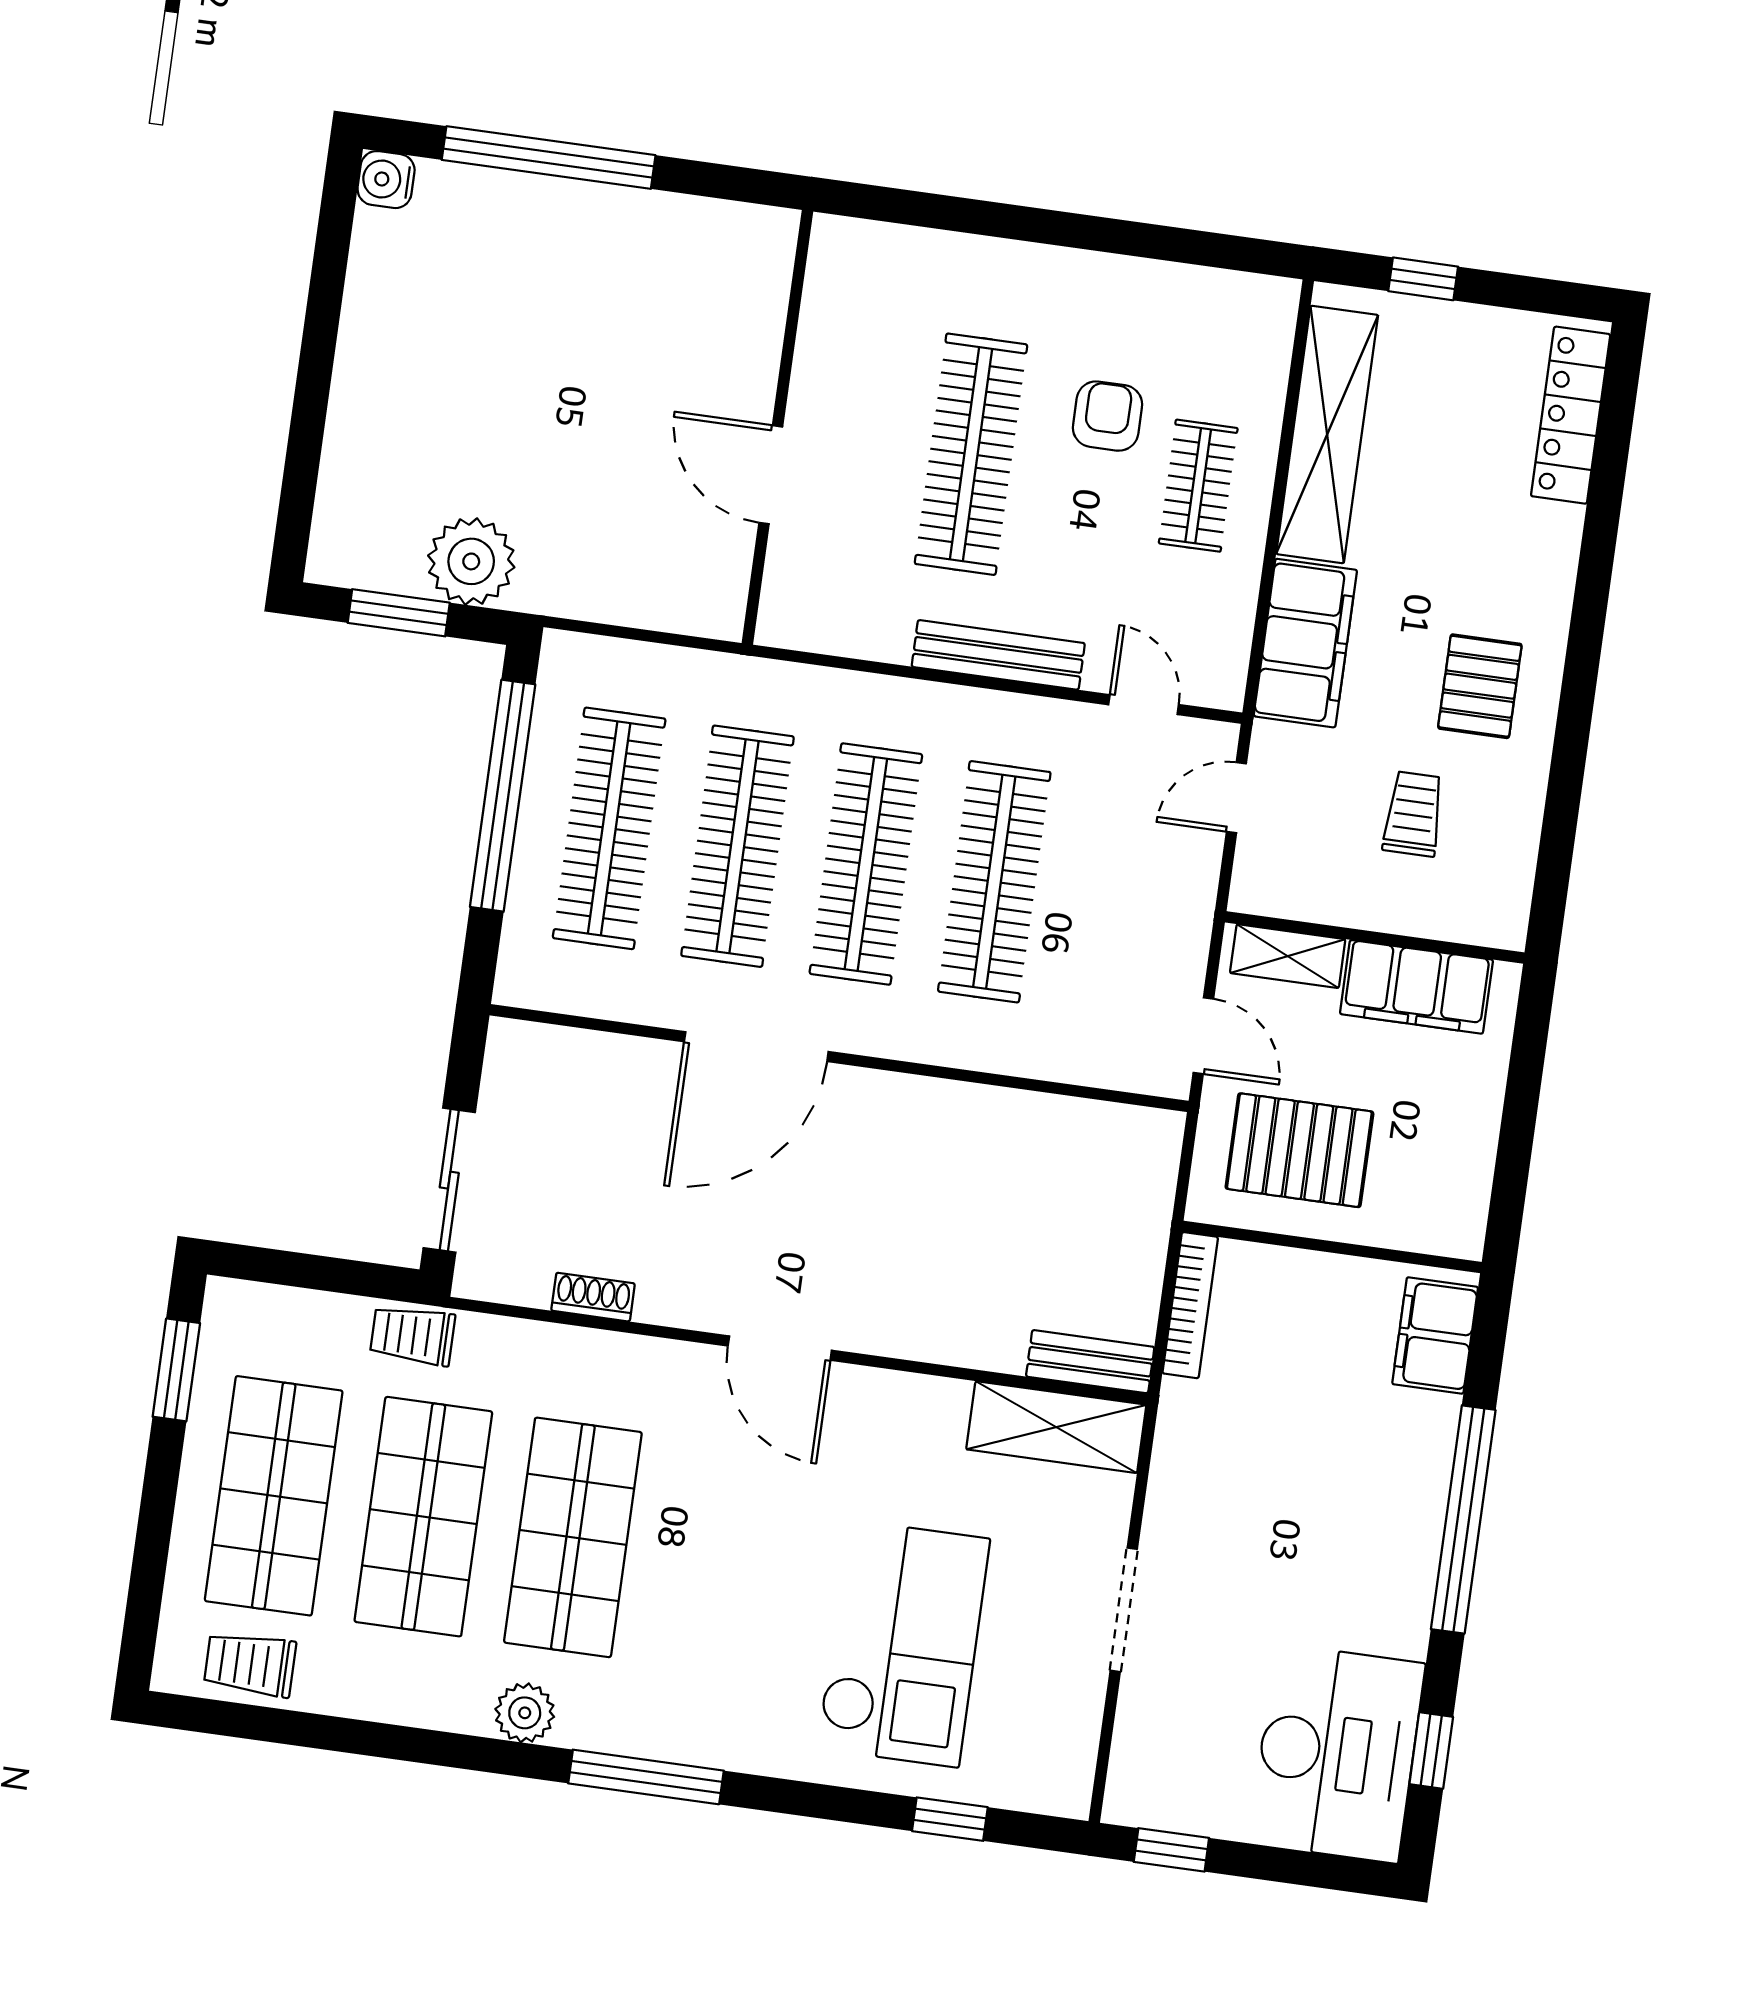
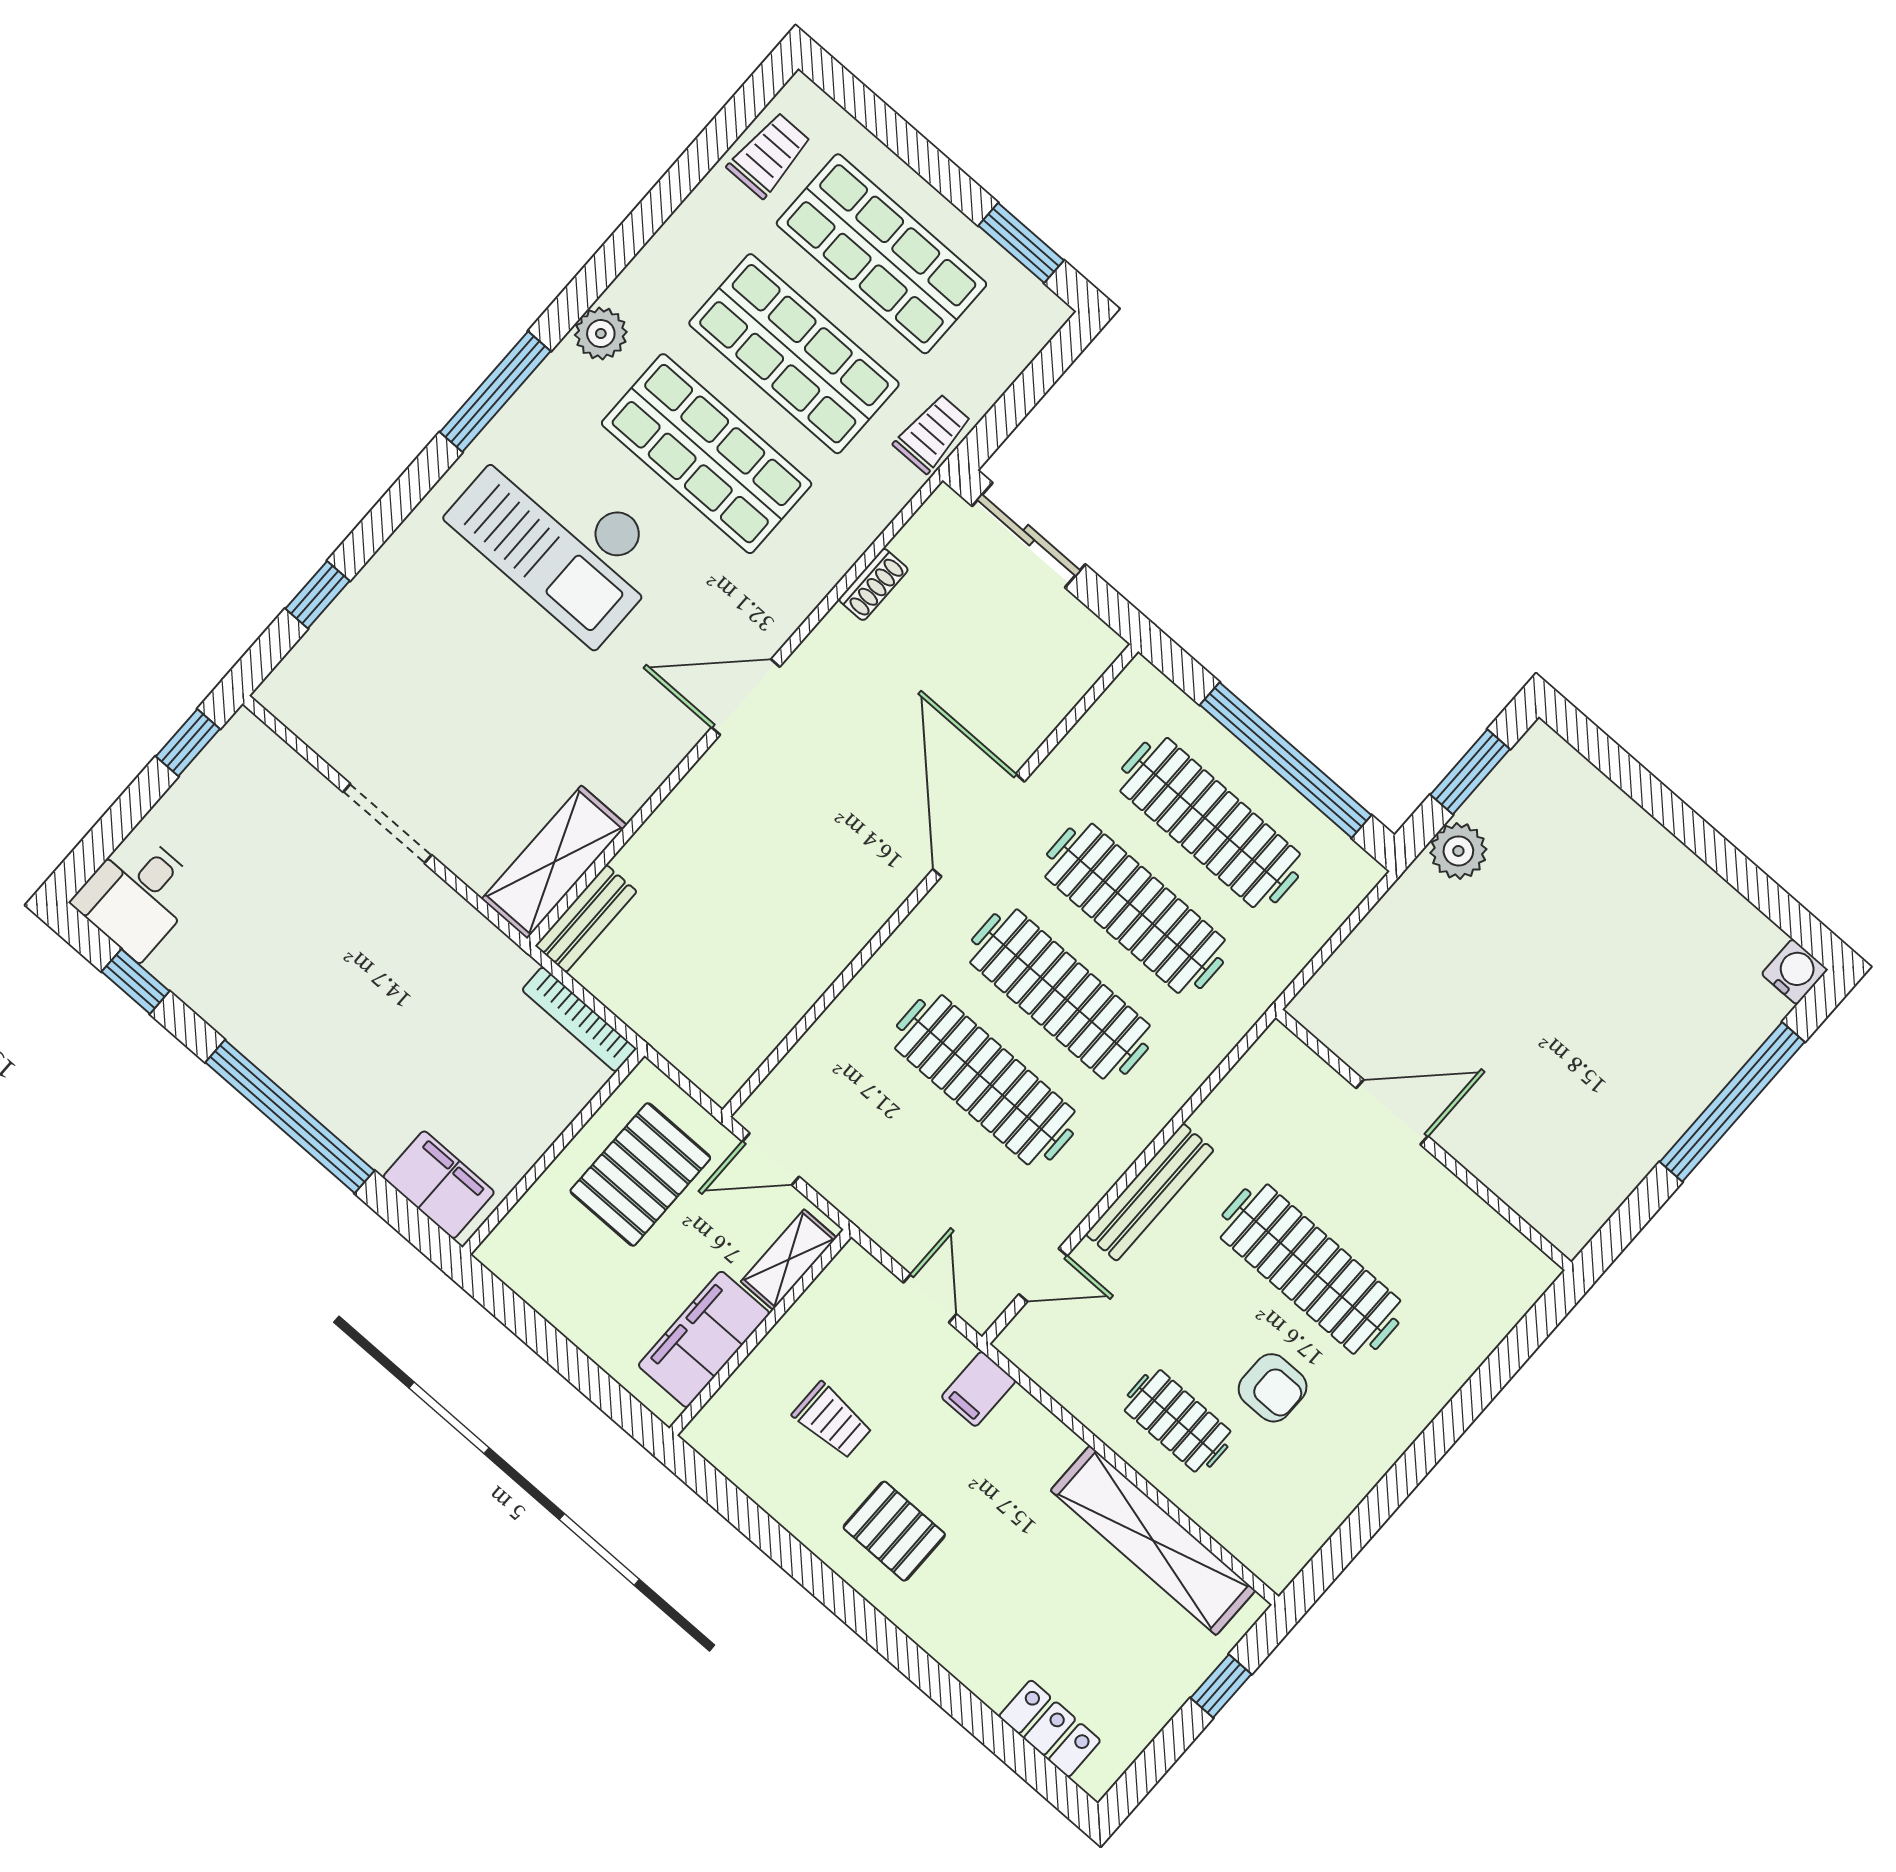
locker: (1571, 415) -> (1050, 1729), width x0.66
plant: (471, 561) -> (1458, 851), width x0.73, depth x0.73
filing cabinet: (1305, 643) -> (979, 1389), width x0.33, depth x0.86
checkout: (903, 1643) -> (560, 538), moved
desk: (1337, 1753) -> (138, 895), width x0.53, depth x0.77

